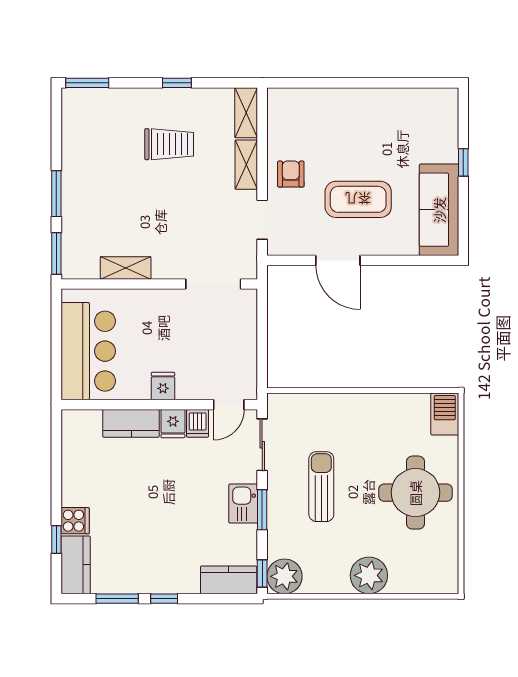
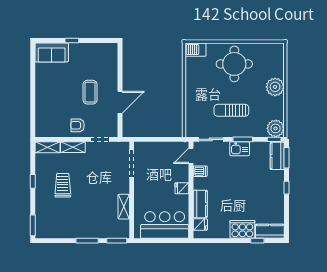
coffee table: (358, 199) -> (90, 92), width x0.73, depth x0.76
sofa: (439, 210) -> (52, 52), moved, width x0.73
door: (229, 405) -> (191, 156), swing flipped
fridge: (173, 424) -> (200, 225), moved
cooker: (75, 521) -> (242, 229), width x1.87, depth x1.31
window: (117, 599) -> (286, 158), moved

